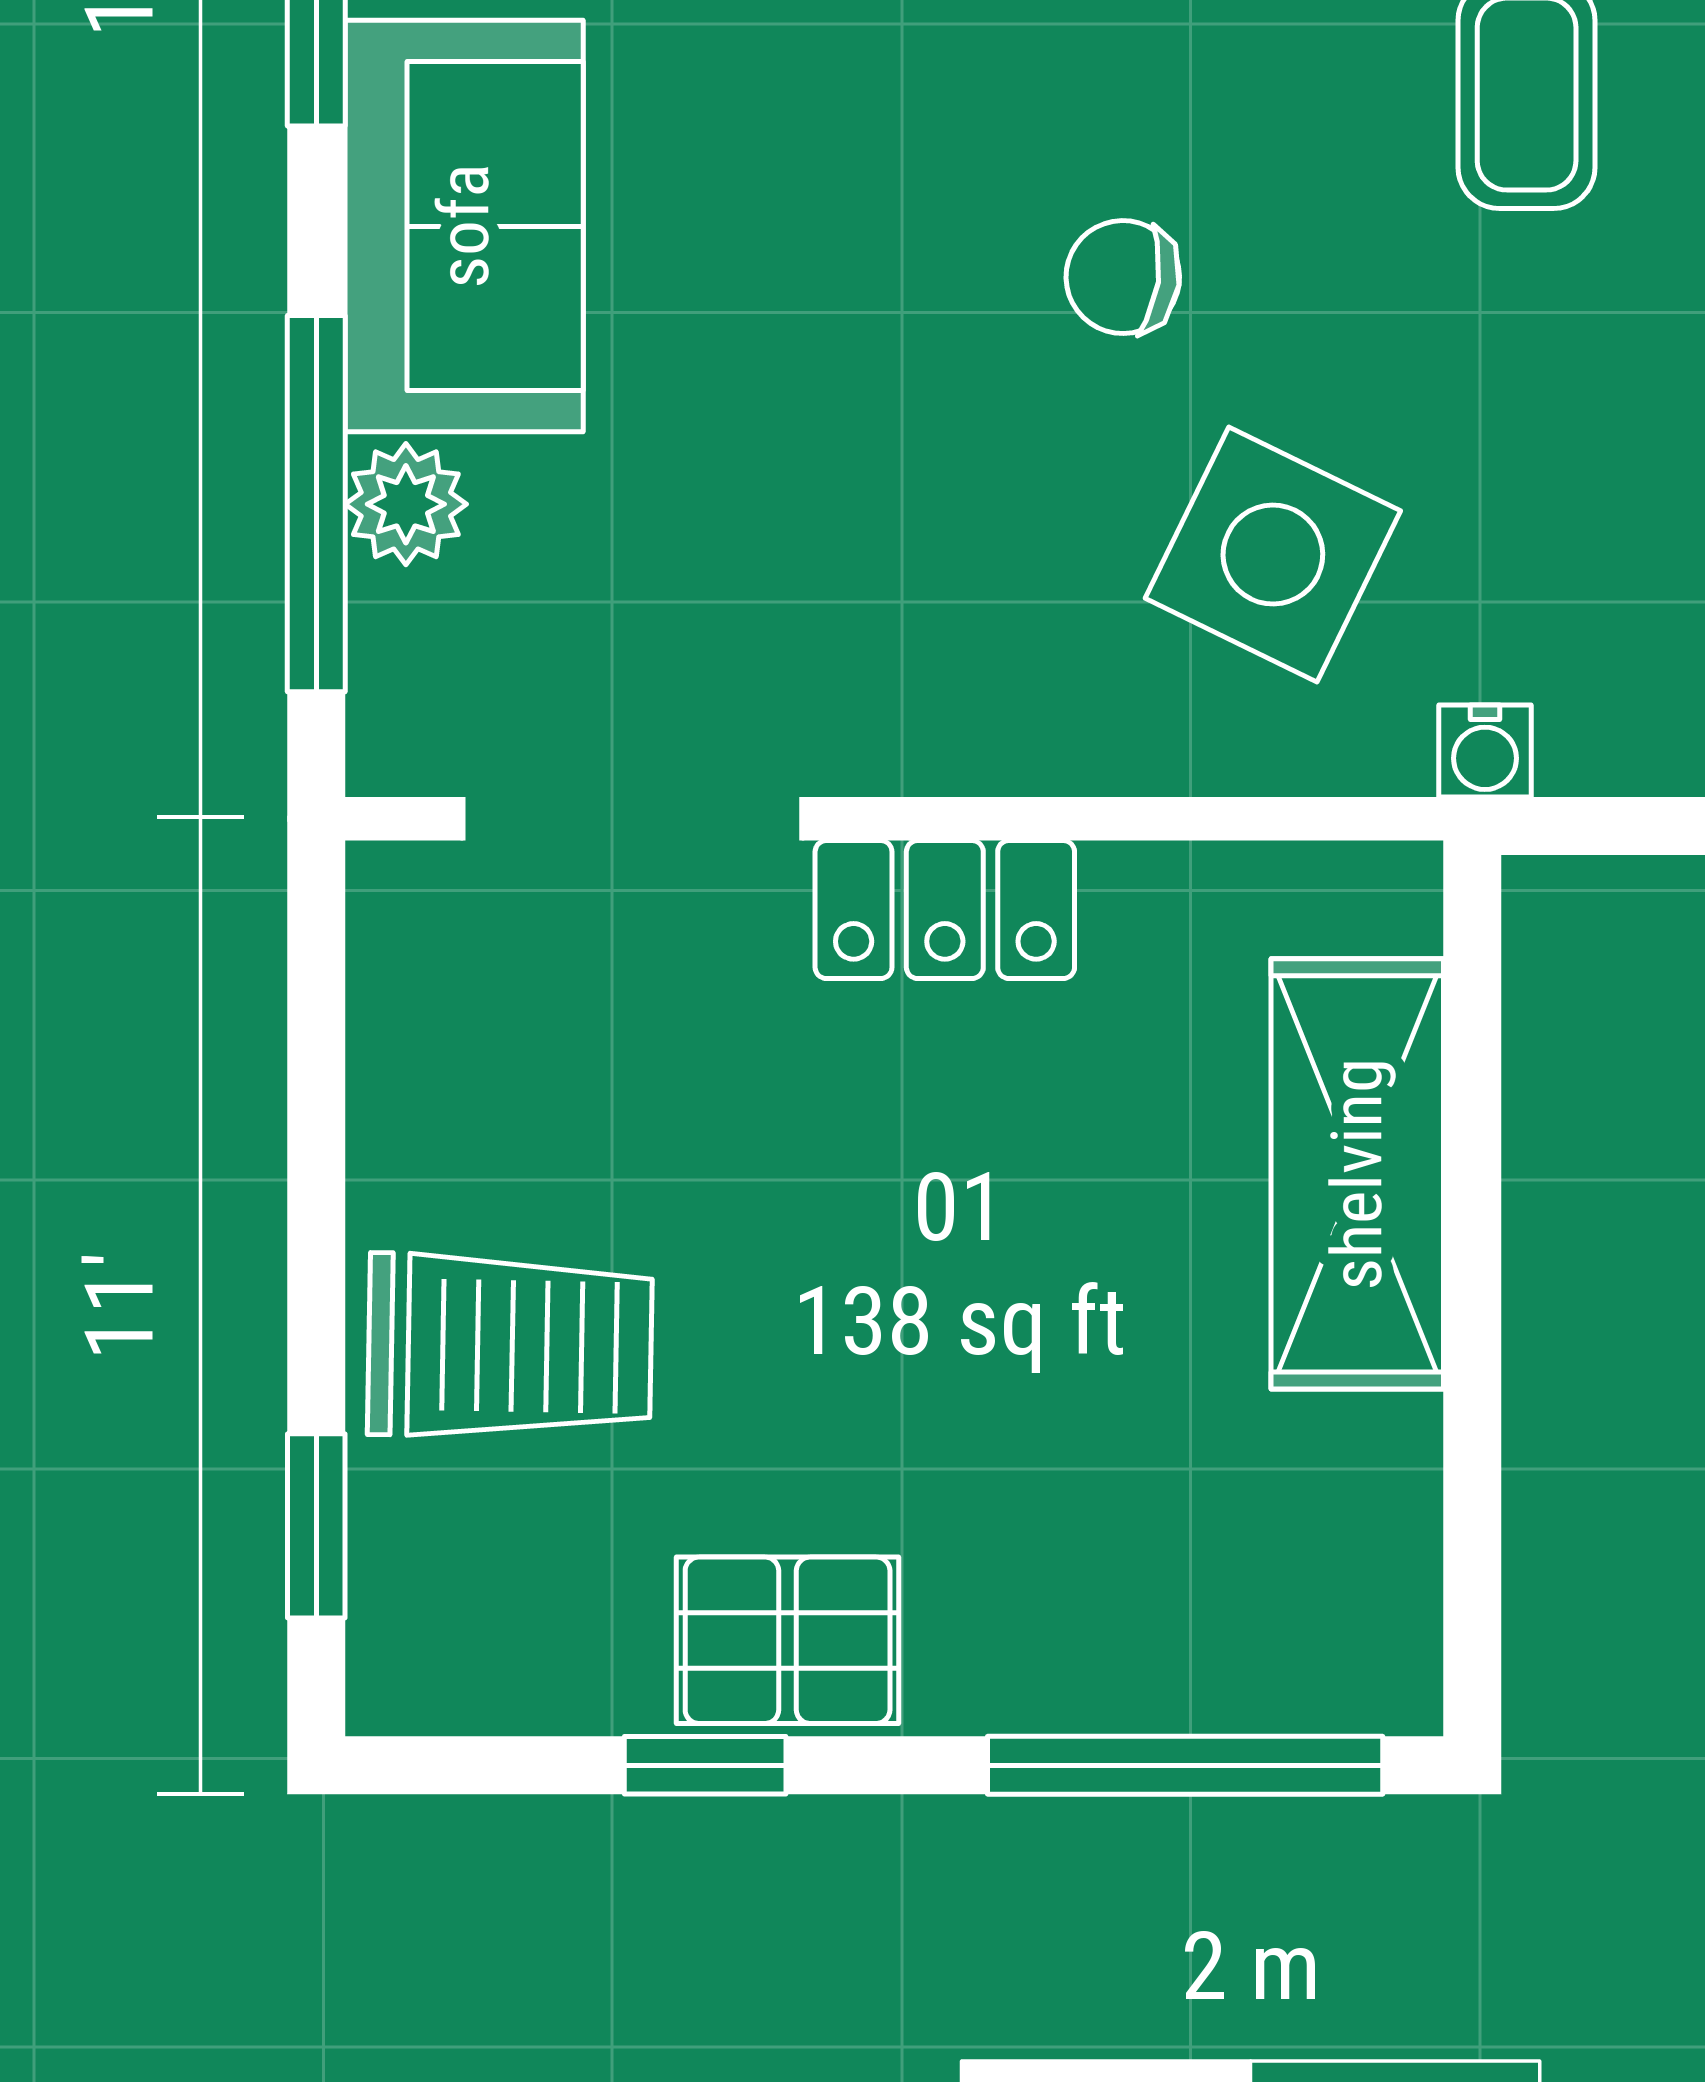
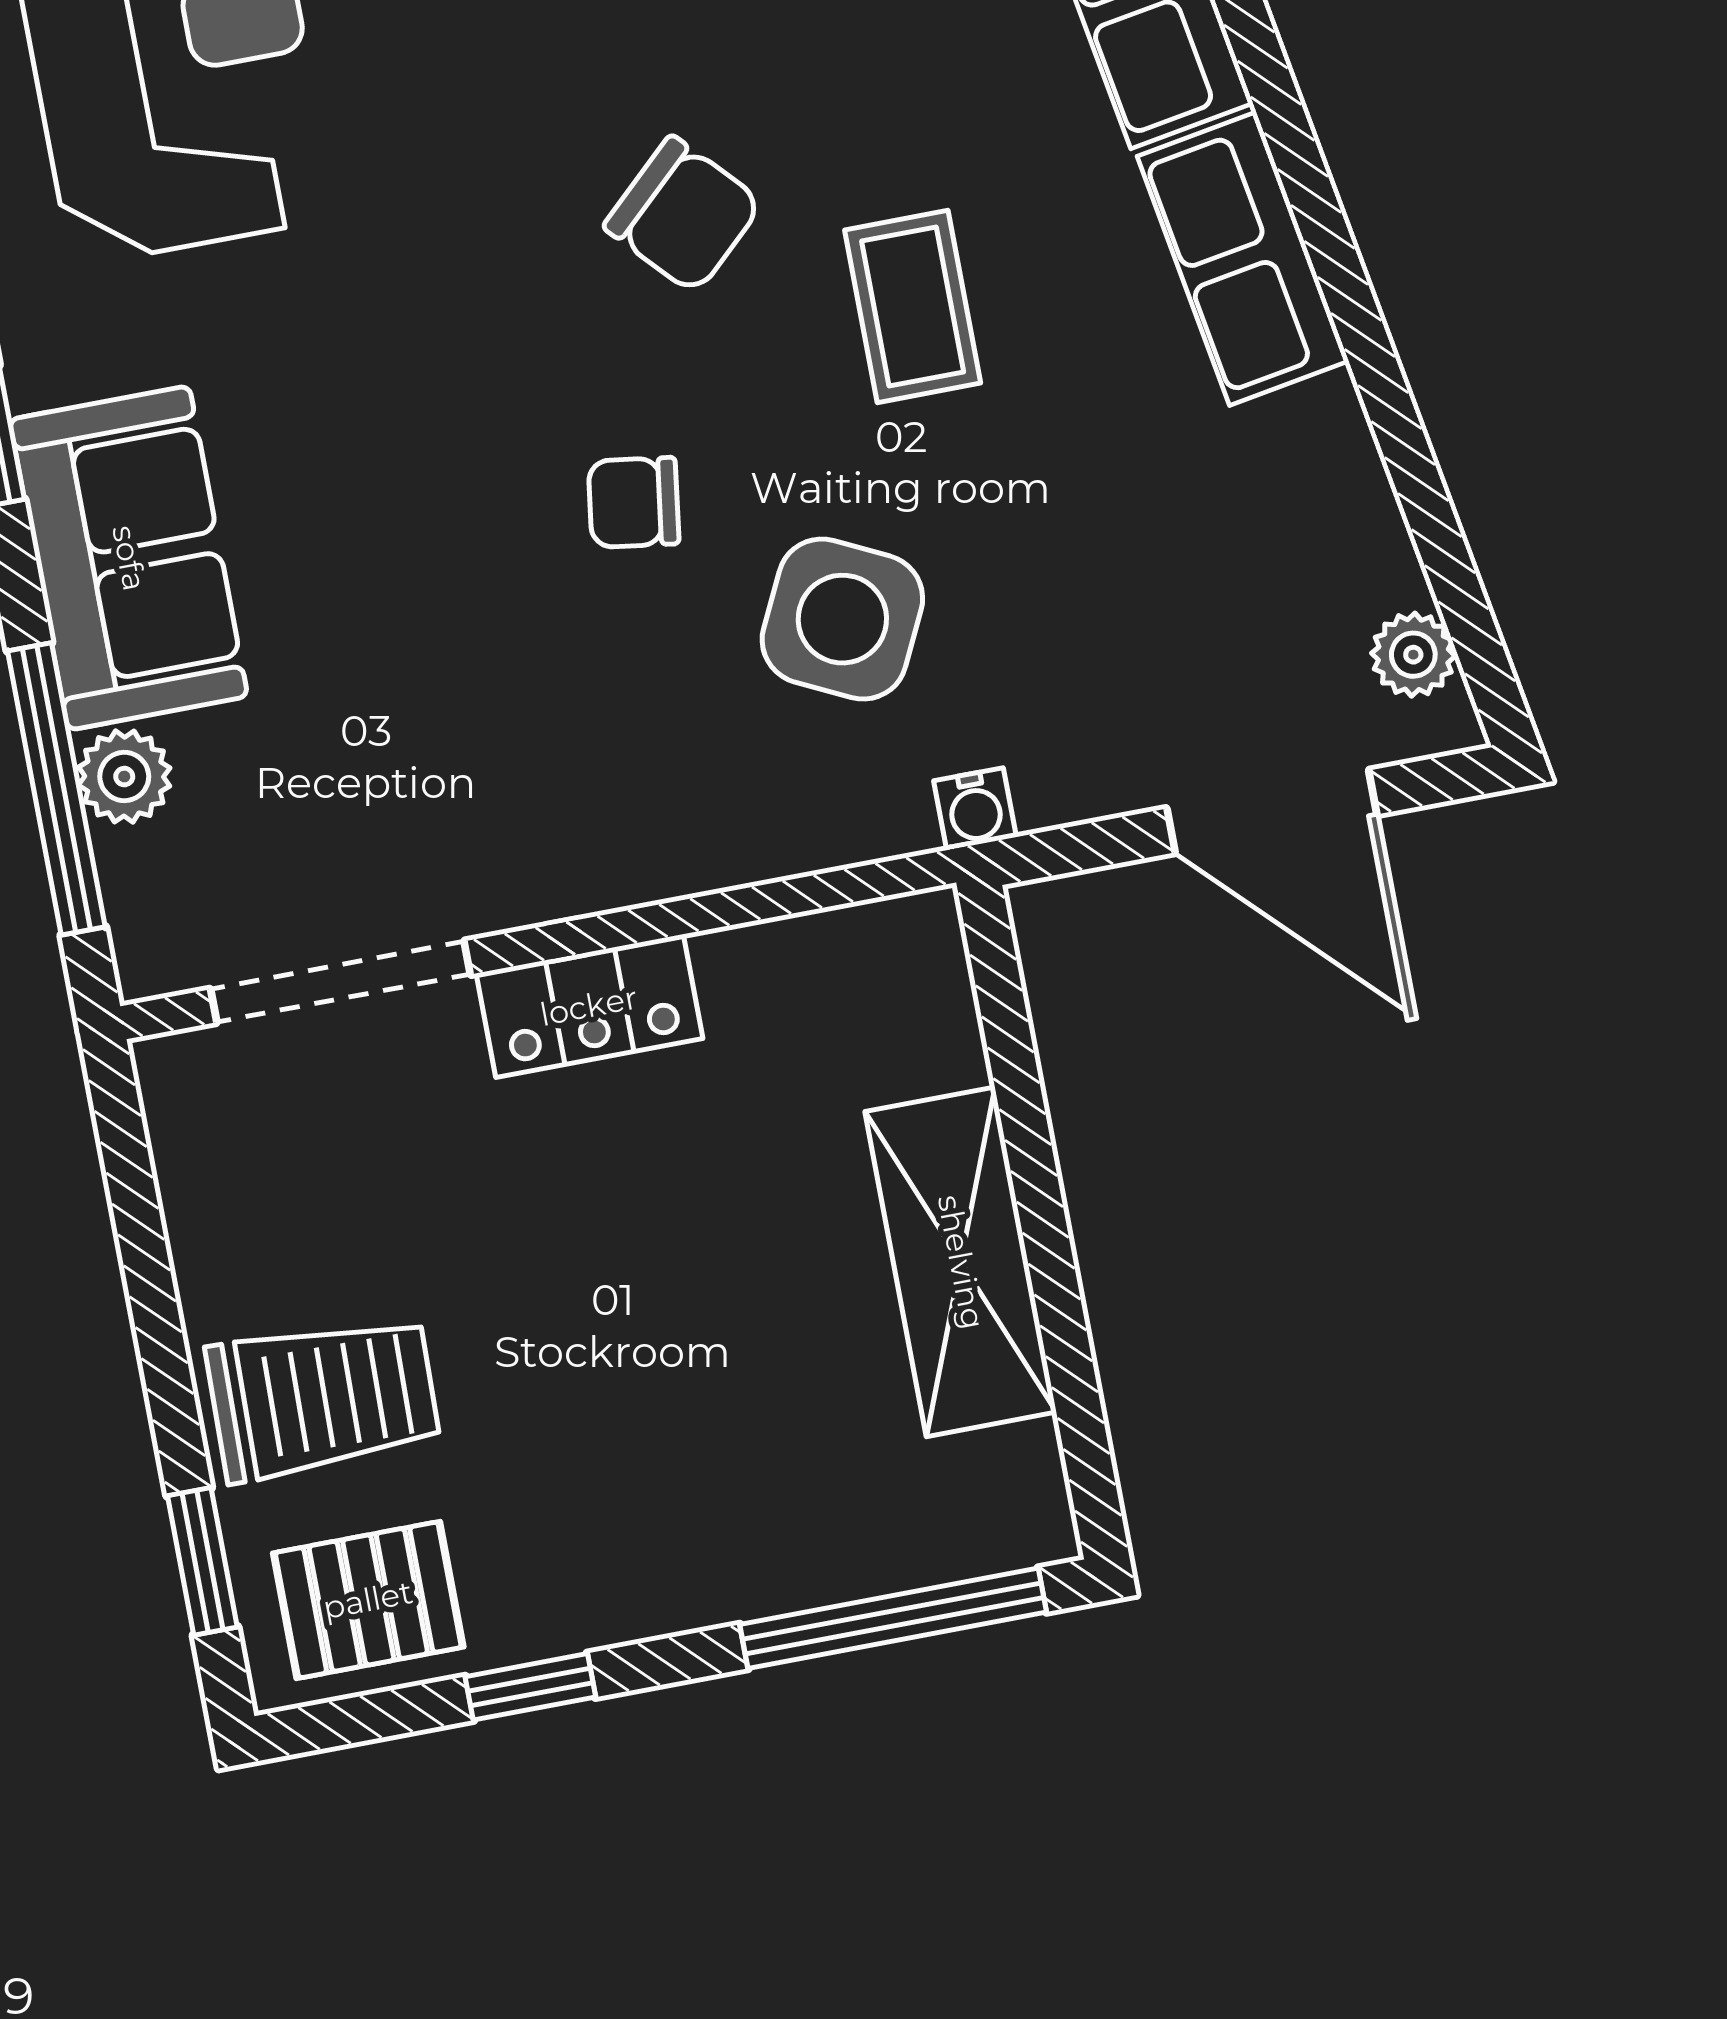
side table: (1273, 555) -> (842, 619), moved
shelving: (1357, 1174) -> (961, 1262), moved
pallet: (788, 1640) -> (368, 1600), moved

